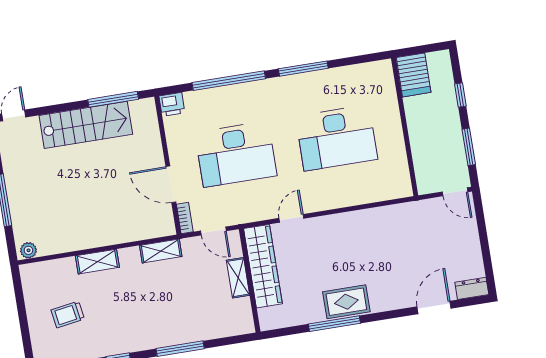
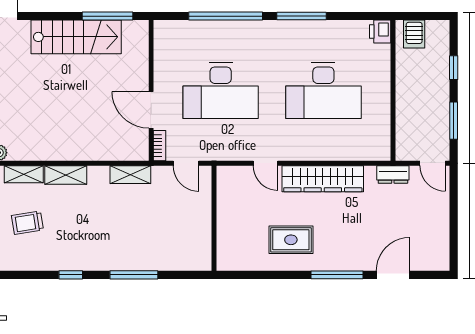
server rack: (414, 75) -> (414, 34), width x0.73, depth x0.70
printer: (172, 104) -> (380, 32), moved, turned 90
door: (291, 218) -> (266, 163), swing flipped
wardrobe: (263, 266) -> (323, 179), moved, turned 90
shelving: (238, 278) -> (24, 174), moved, turned 90
dresser: (472, 288) -> (393, 174), moved, turned 180
rug: (346, 302) -> (291, 240), moved
window: (334, 324) -> (337, 275), moved

